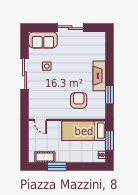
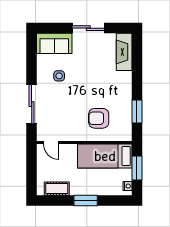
sliding door: (25, 74) -> (32, 104), moved
fireplace: (99, 76) -> (124, 52), moved
armchair: (79, 100) -> (99, 118), turned -90
window: (57, 167) -> (86, 200), moved

